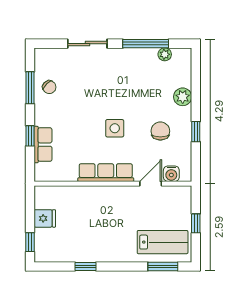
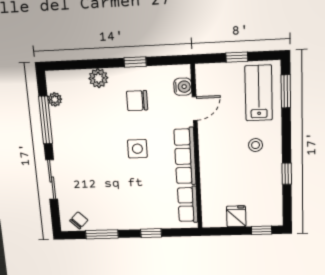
chair: (49, 87) -> (79, 220), moved
row of seats: (43, 145) -> (188, 204), moved, turned -90
door: (151, 184) -> (195, 109), swing flipped
stool: (114, 238) -> (256, 145), added

